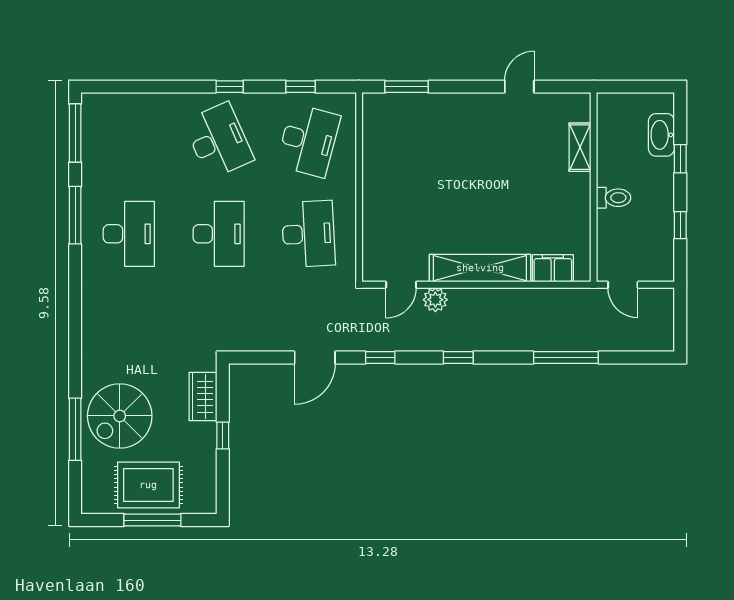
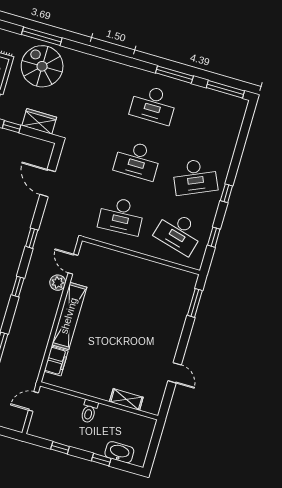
door: (315, 357) -> (48, 183), moved

